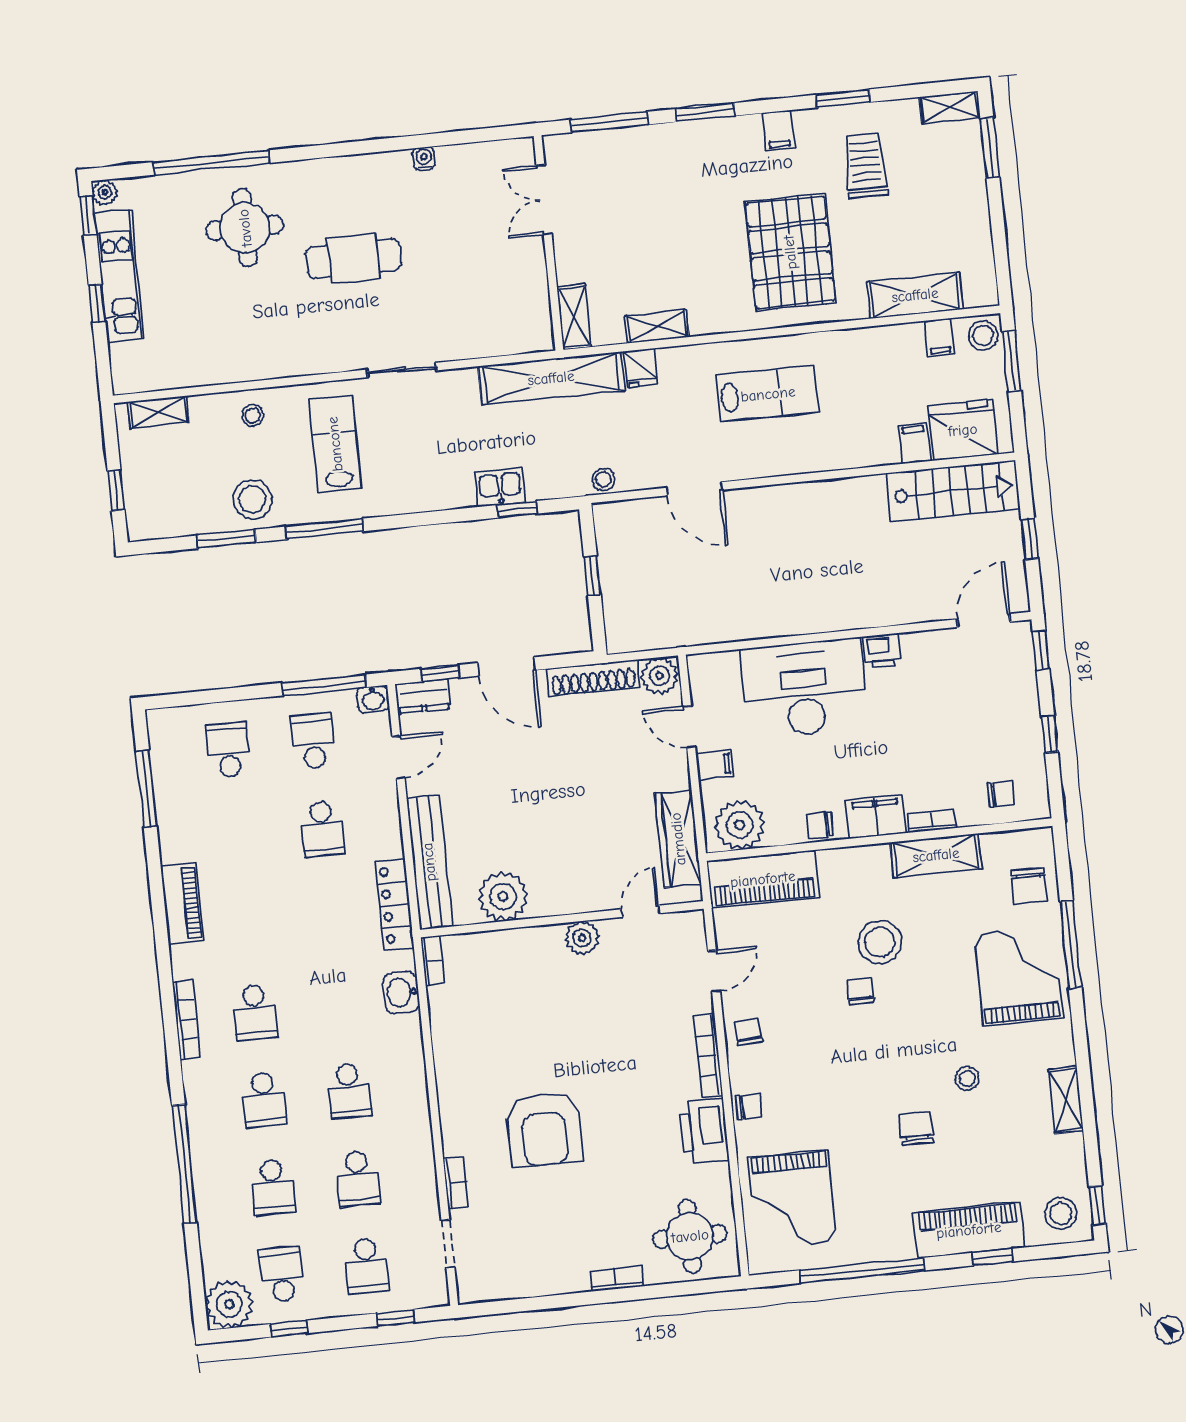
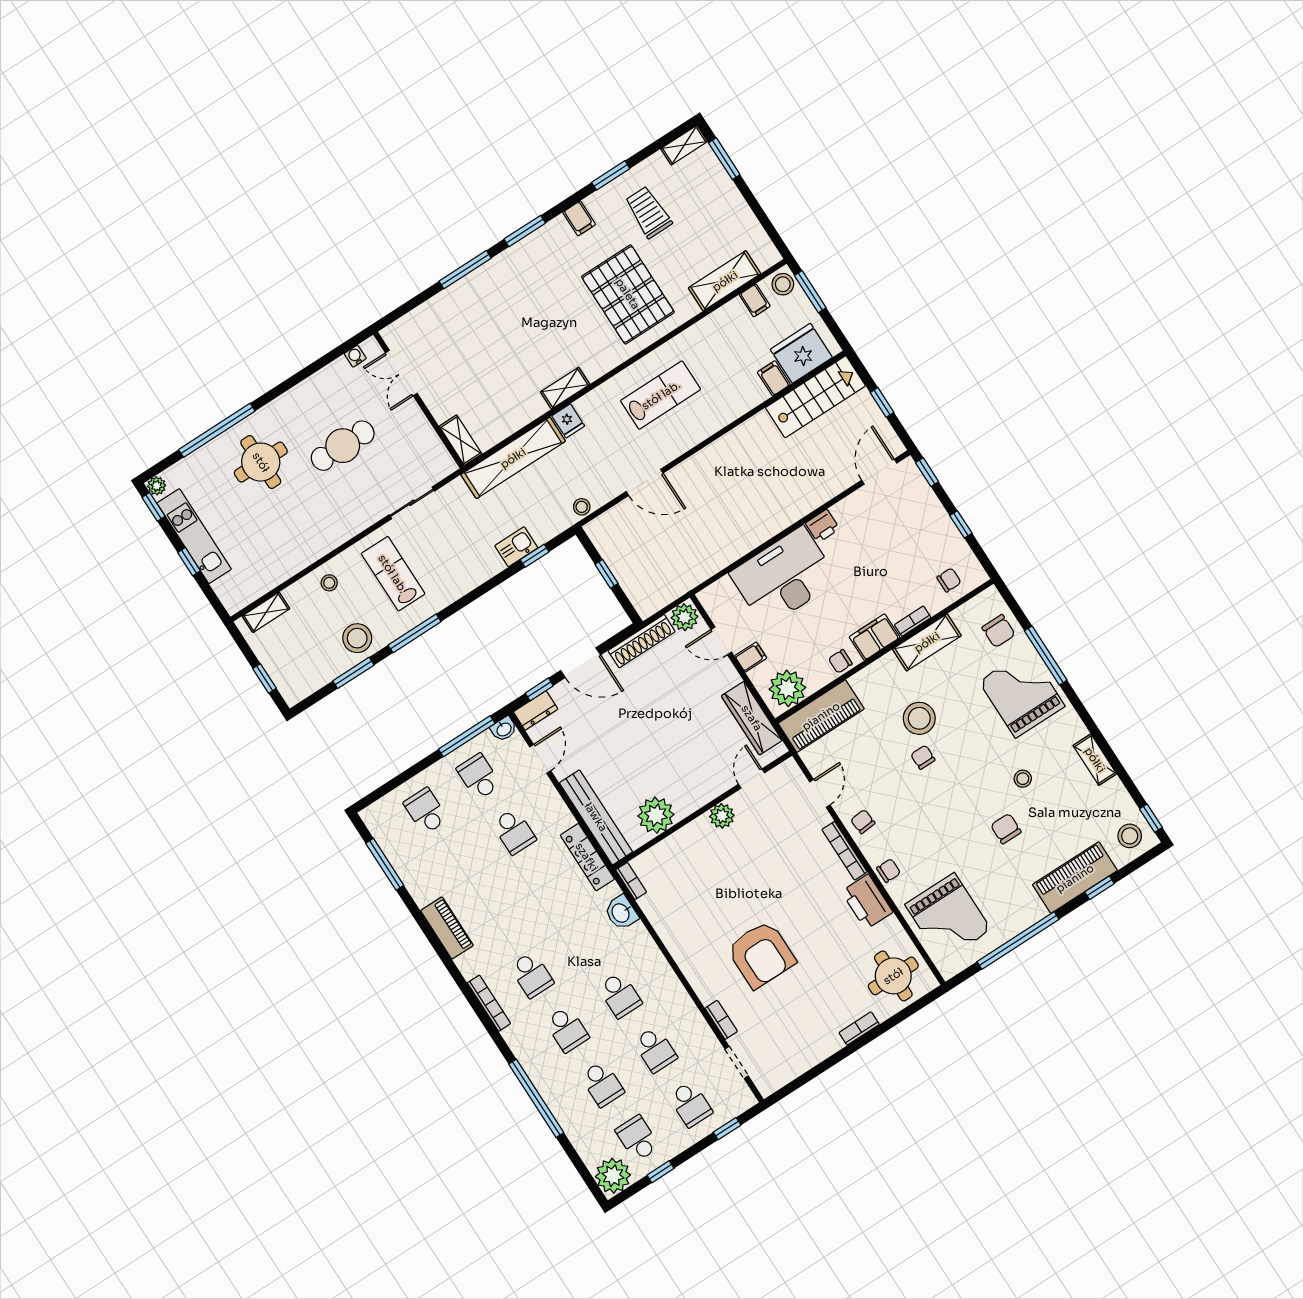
double door: (544, 200) -> (401, 373), moved
wall: (548, 243) -> (419, 400), moved
shelving: (574, 317) -> (461, 440), moved

